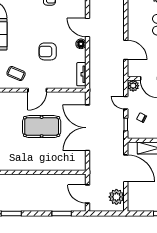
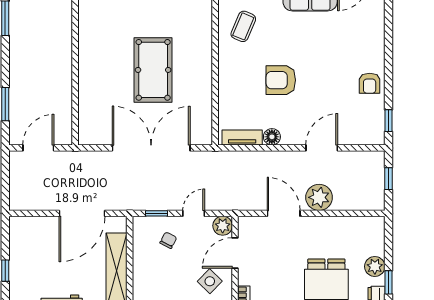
floor lamp: (81, 44) -> (272, 137), moved
door: (126, 50) -> (284, 213), swing flipped
armchair: (48, 51) -> (281, 80), turned -90
door: (37, 90) -> (215, 63), removed
plant: (116, 197) -> (319, 197), moved

